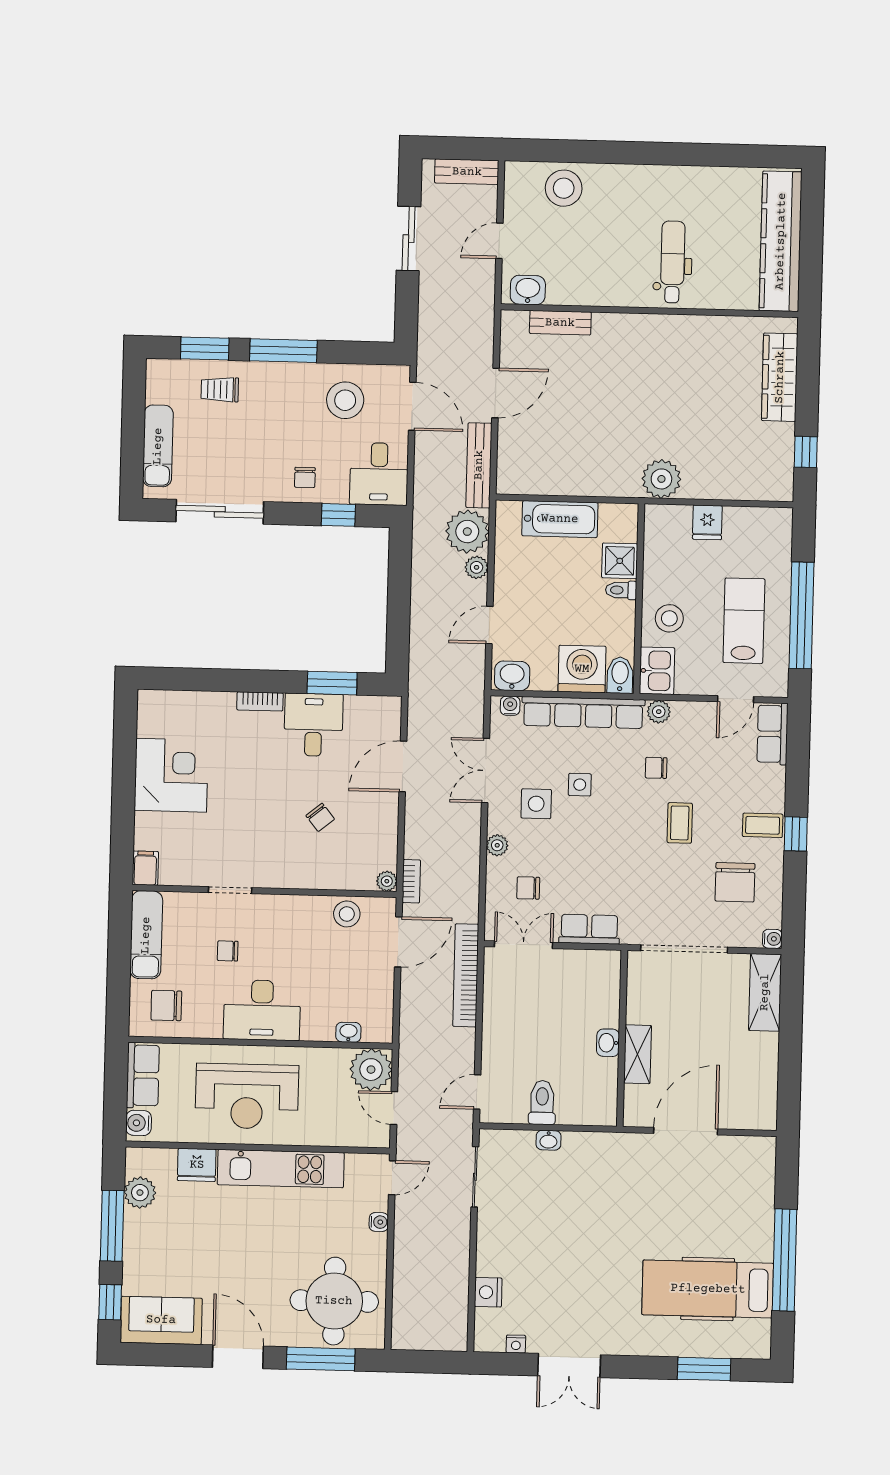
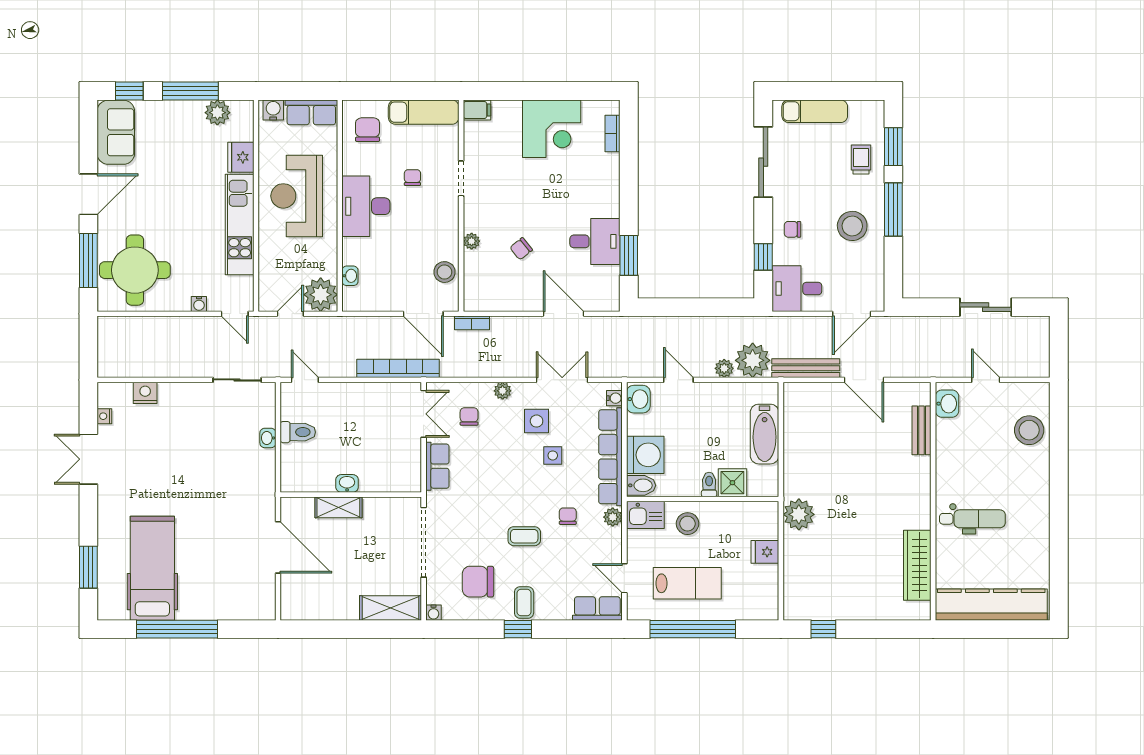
bench: (467, 172) -> (1040, 352), removed
wardrobe: (780, 377) -> (917, 565), moved, turned -90
stool: (345, 400) -> (852, 226), moved
bookcase: (260, 701) -> (613, 134), moved
plant: (387, 881) -> (472, 241), moved

